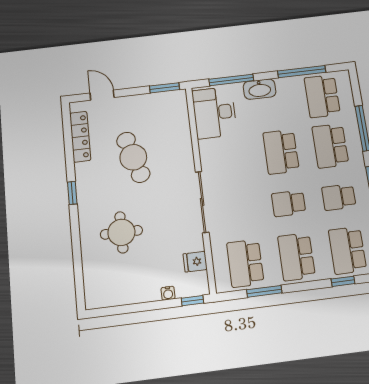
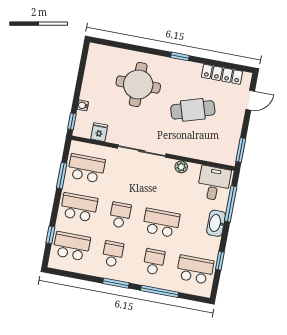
window: (302, 72) -> (220, 261), width x0.46
desk: (214, 113) -> (214, 183), width x0.73
school desk: (330, 146) -> (154, 262), width x0.54
plant: (206, 149) -> (181, 167), added
round table: (121, 232) -> (138, 85), width x1.36, depth x1.36

